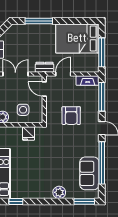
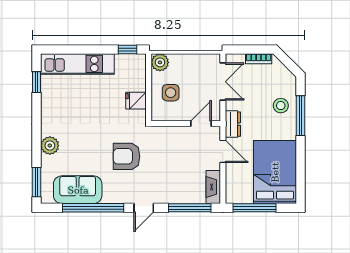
stool: (32, 34) -> (281, 106), added
armchair: (71, 116) -> (127, 156), moved

